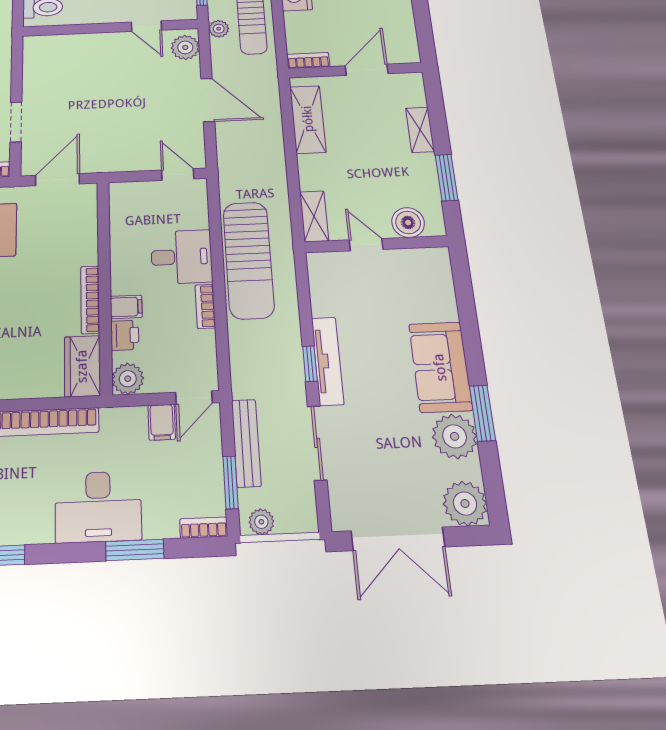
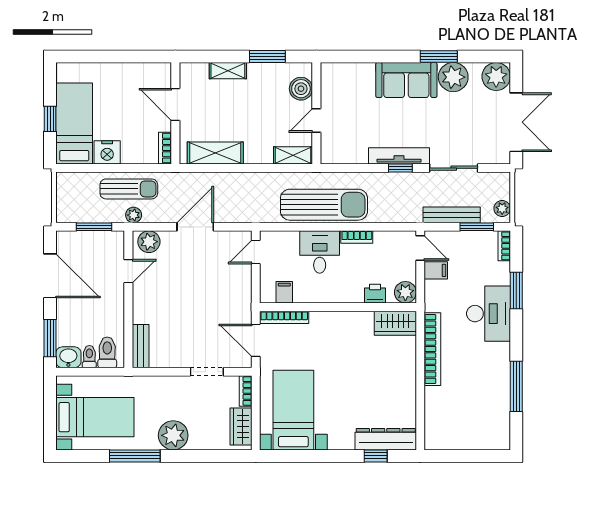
bench: (50, 44) -> (141, 346), added
bookcase: (90, 300) -> (284, 317), moved
filing cabinet: (126, 307) -> (284, 292), moved

